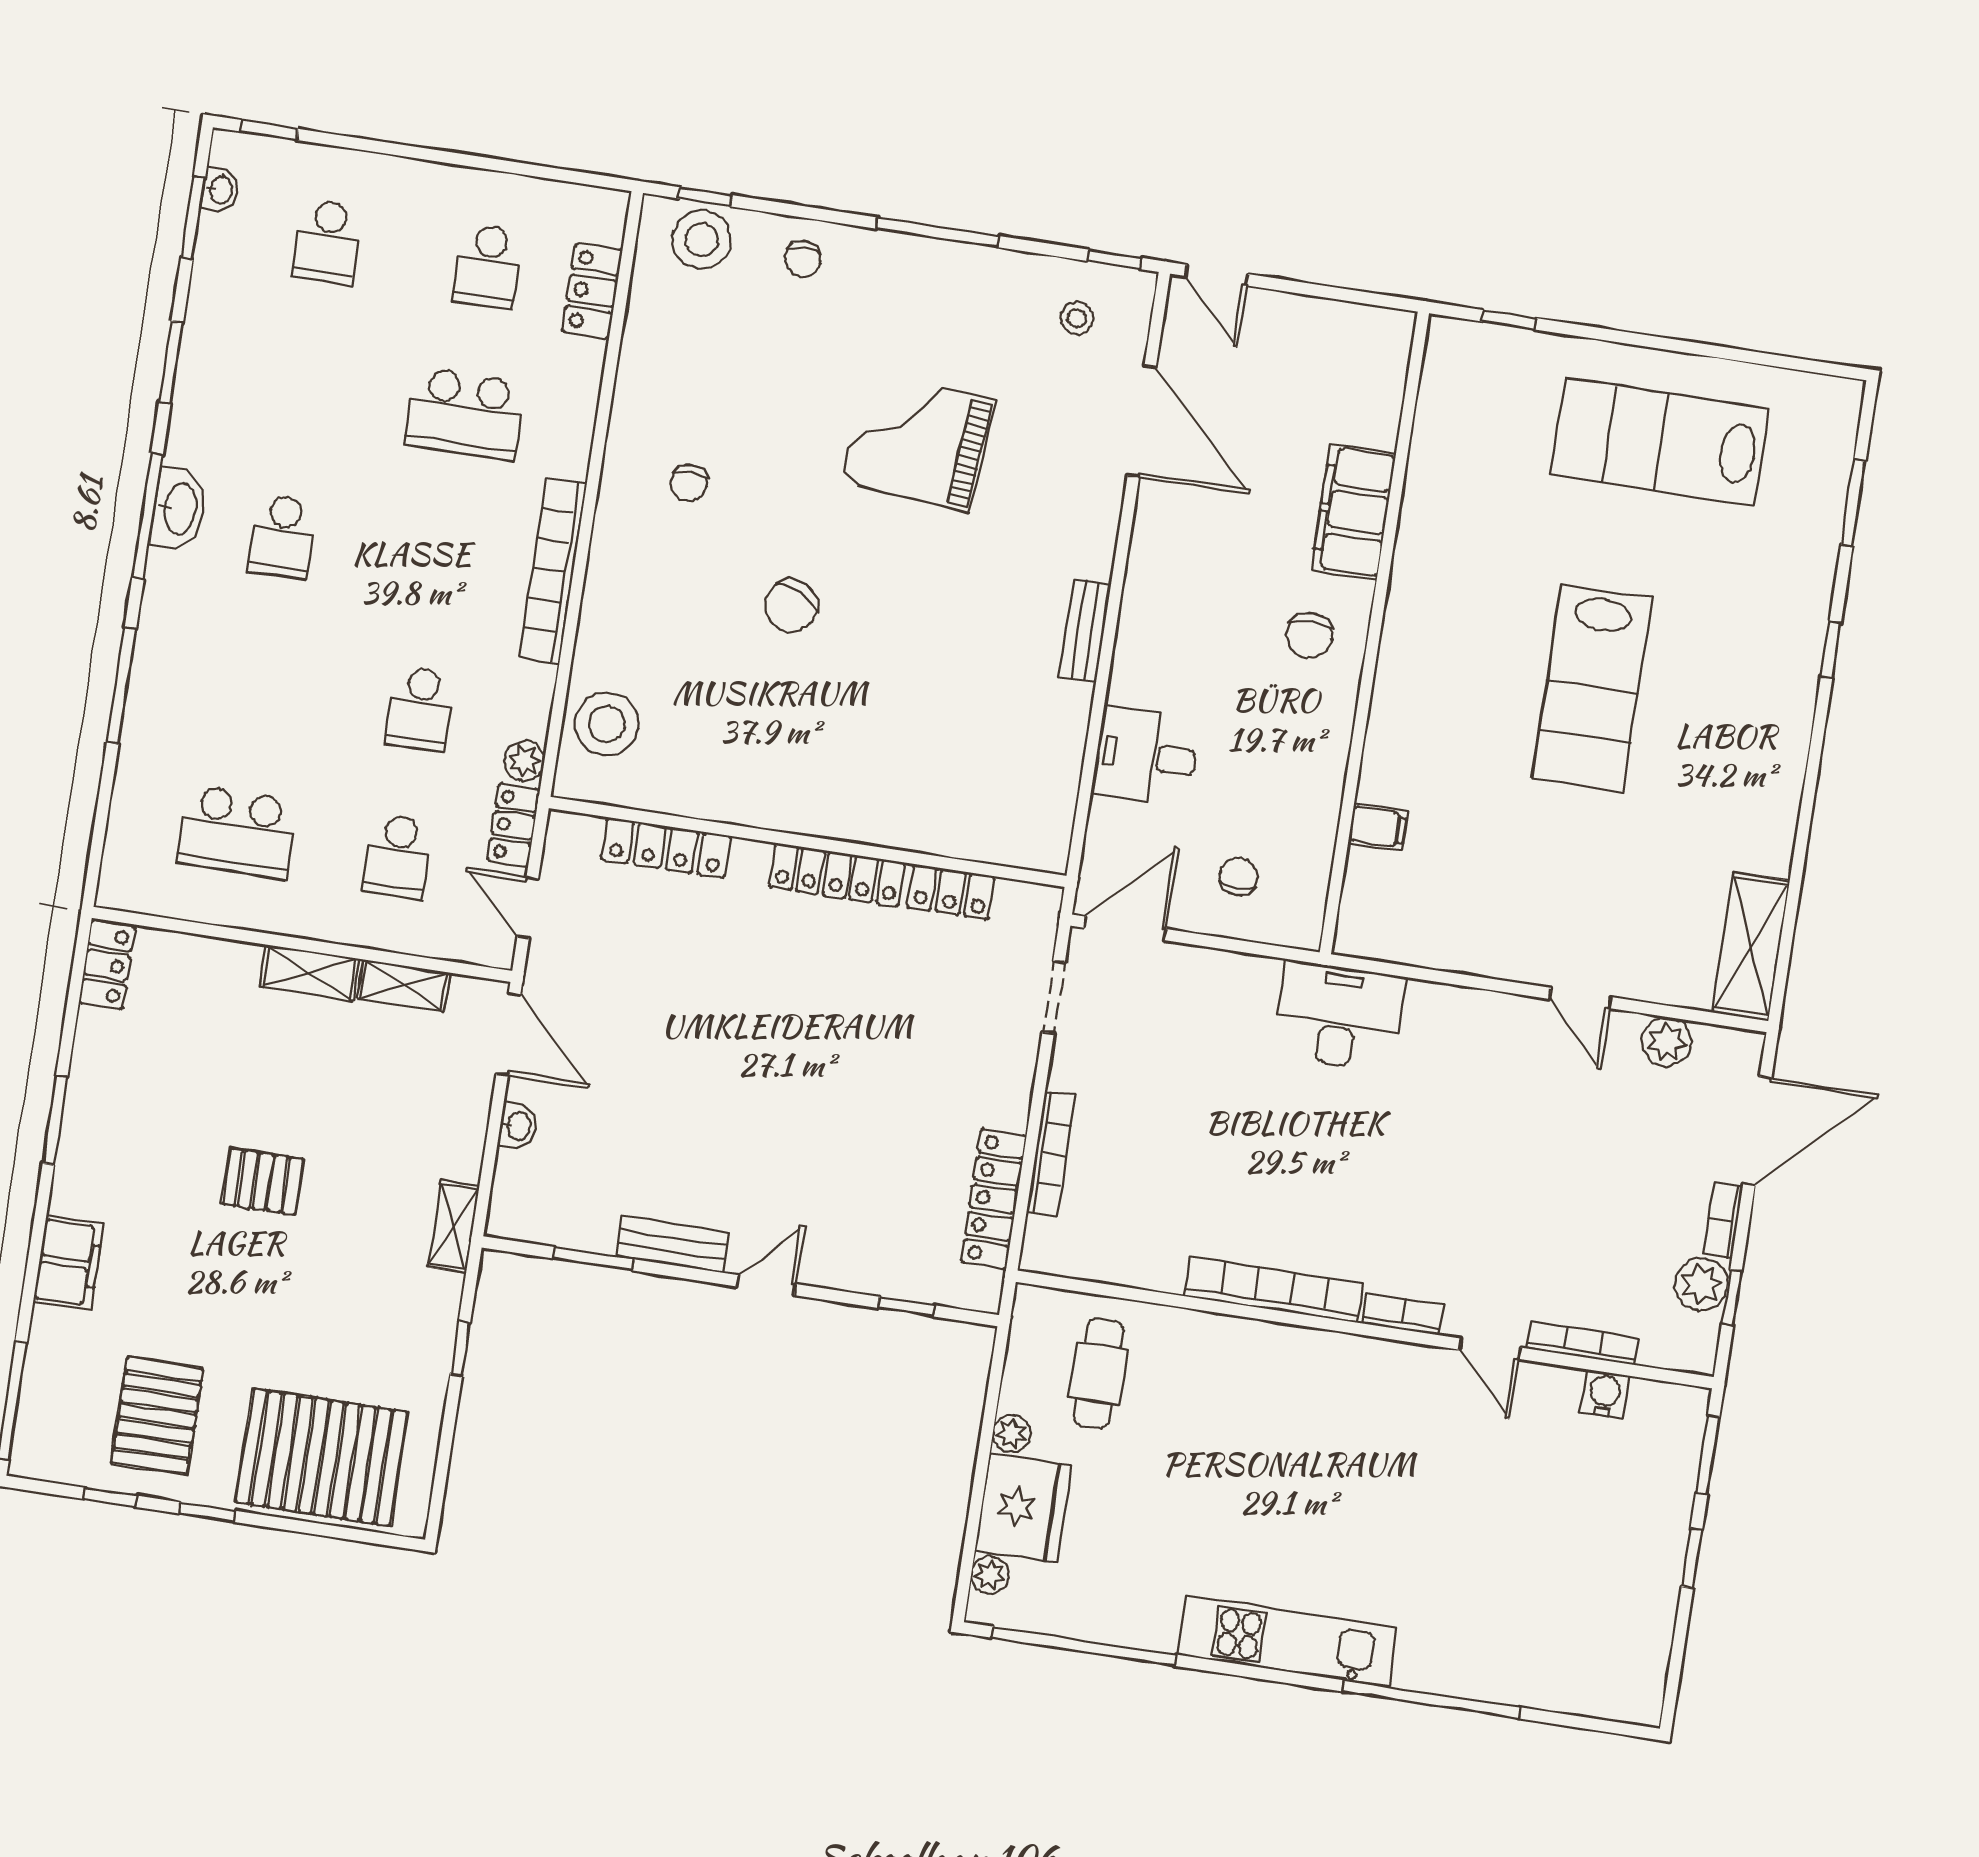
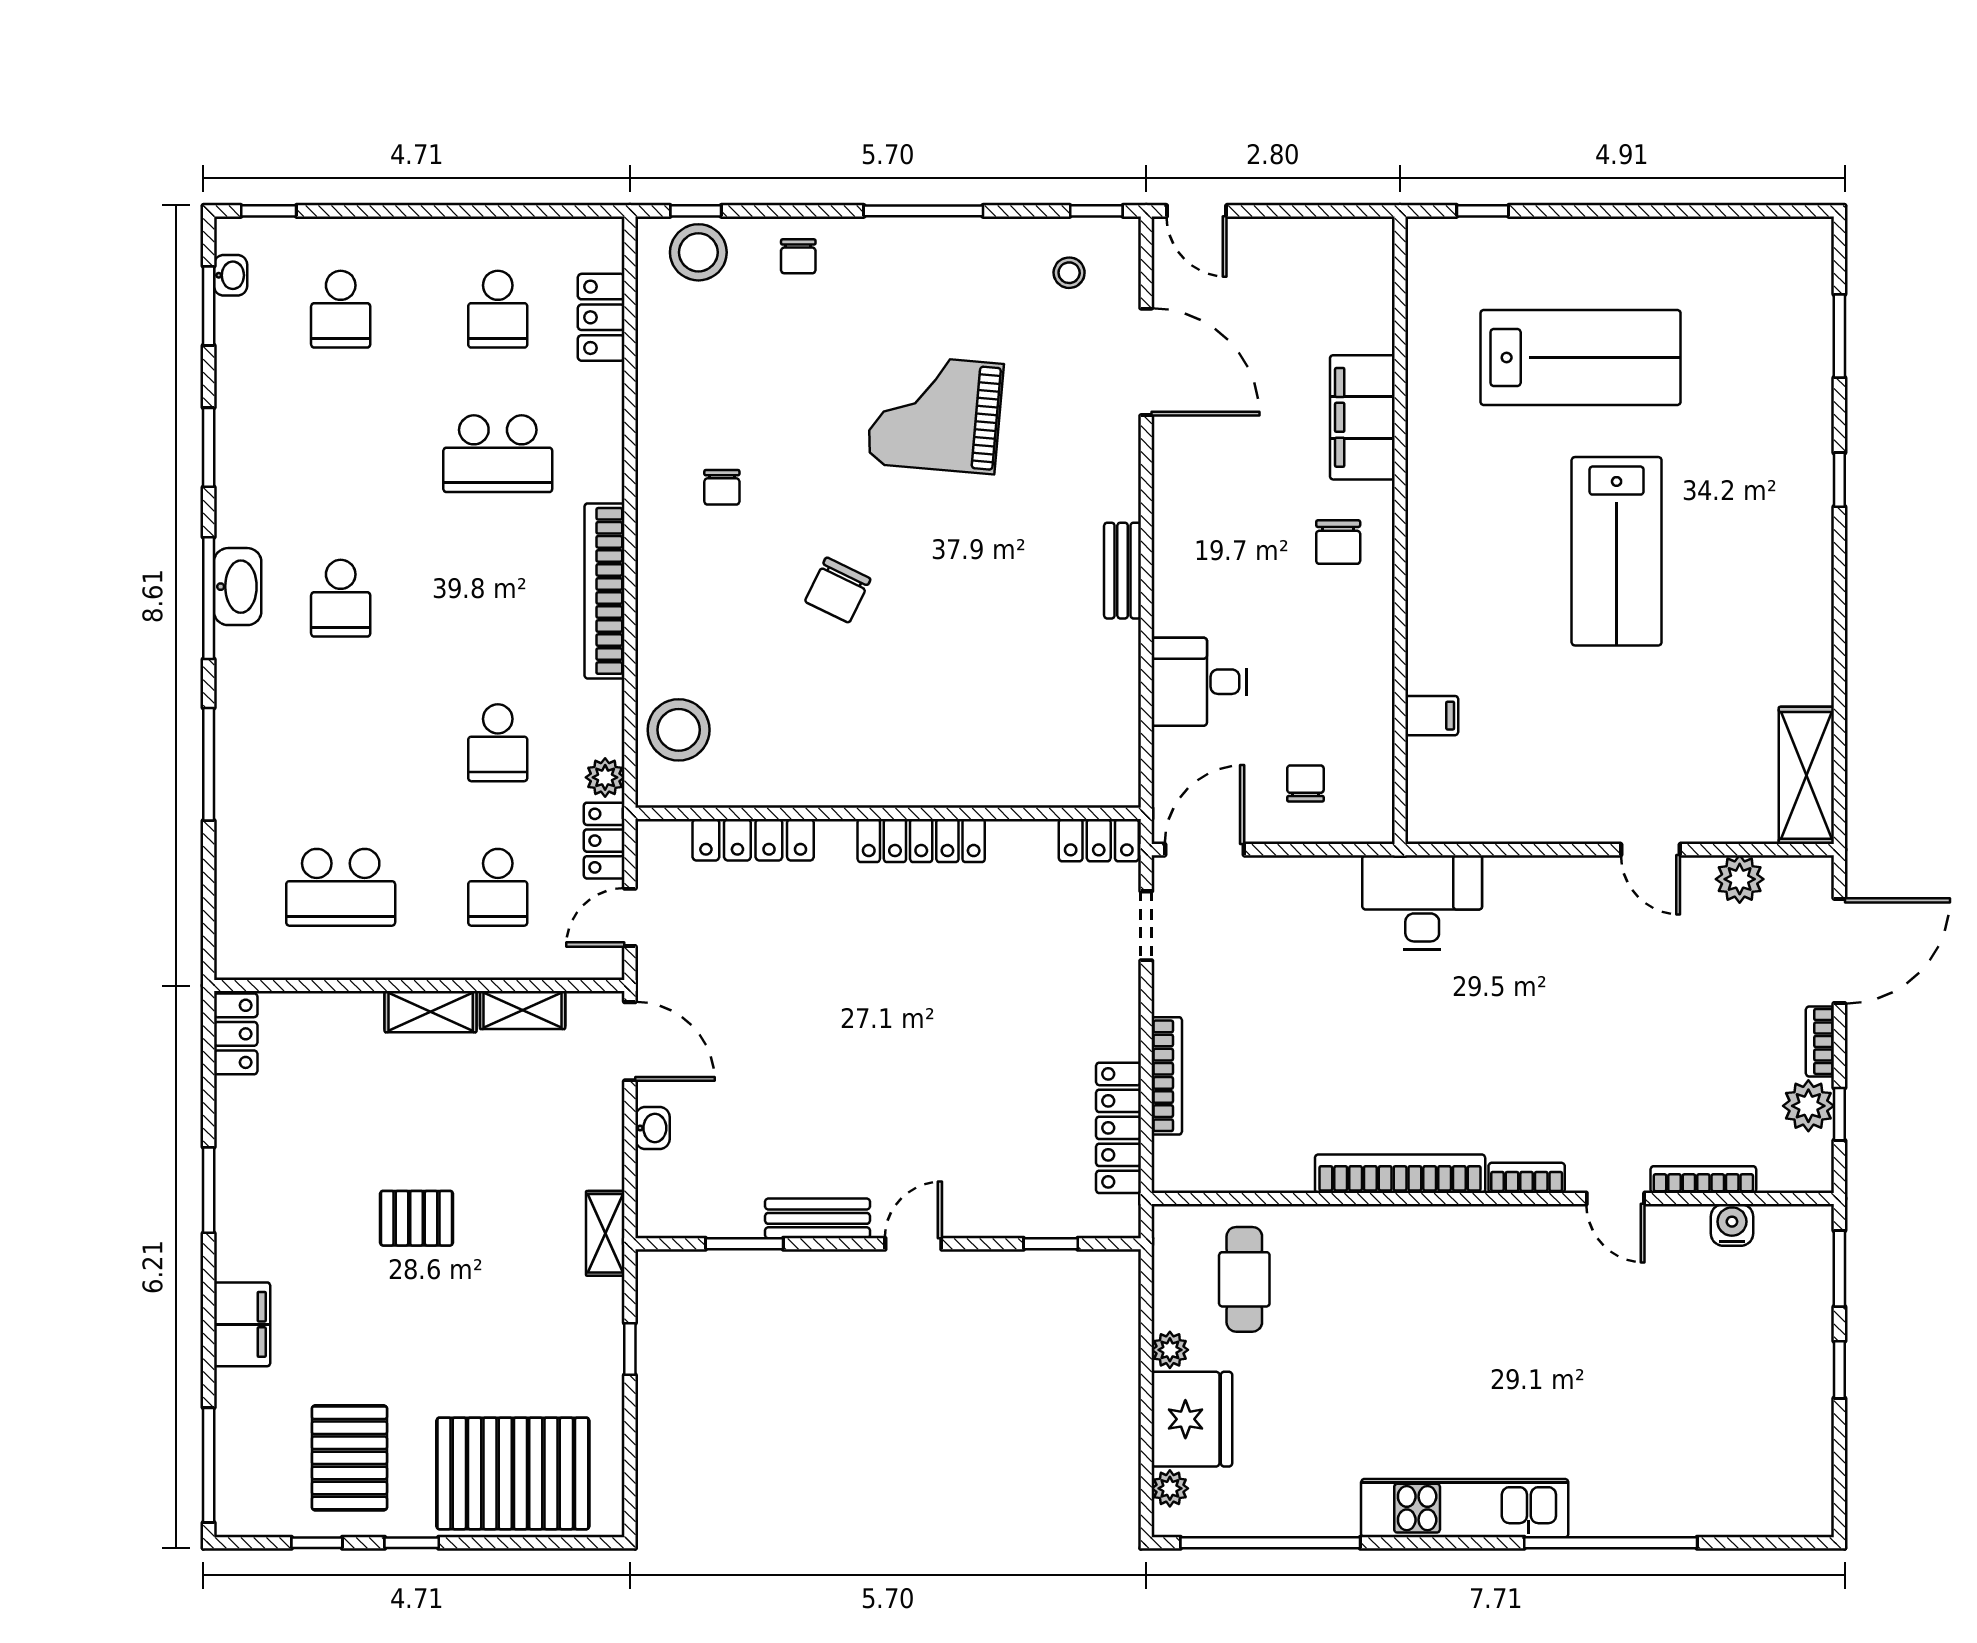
lab bench: (1660, 442) -> (1581, 357), moved, turned 180
locker: (951, 892) -> (1099, 840), moved
door: (528, 908) -> (630, 917), hinge flipped

